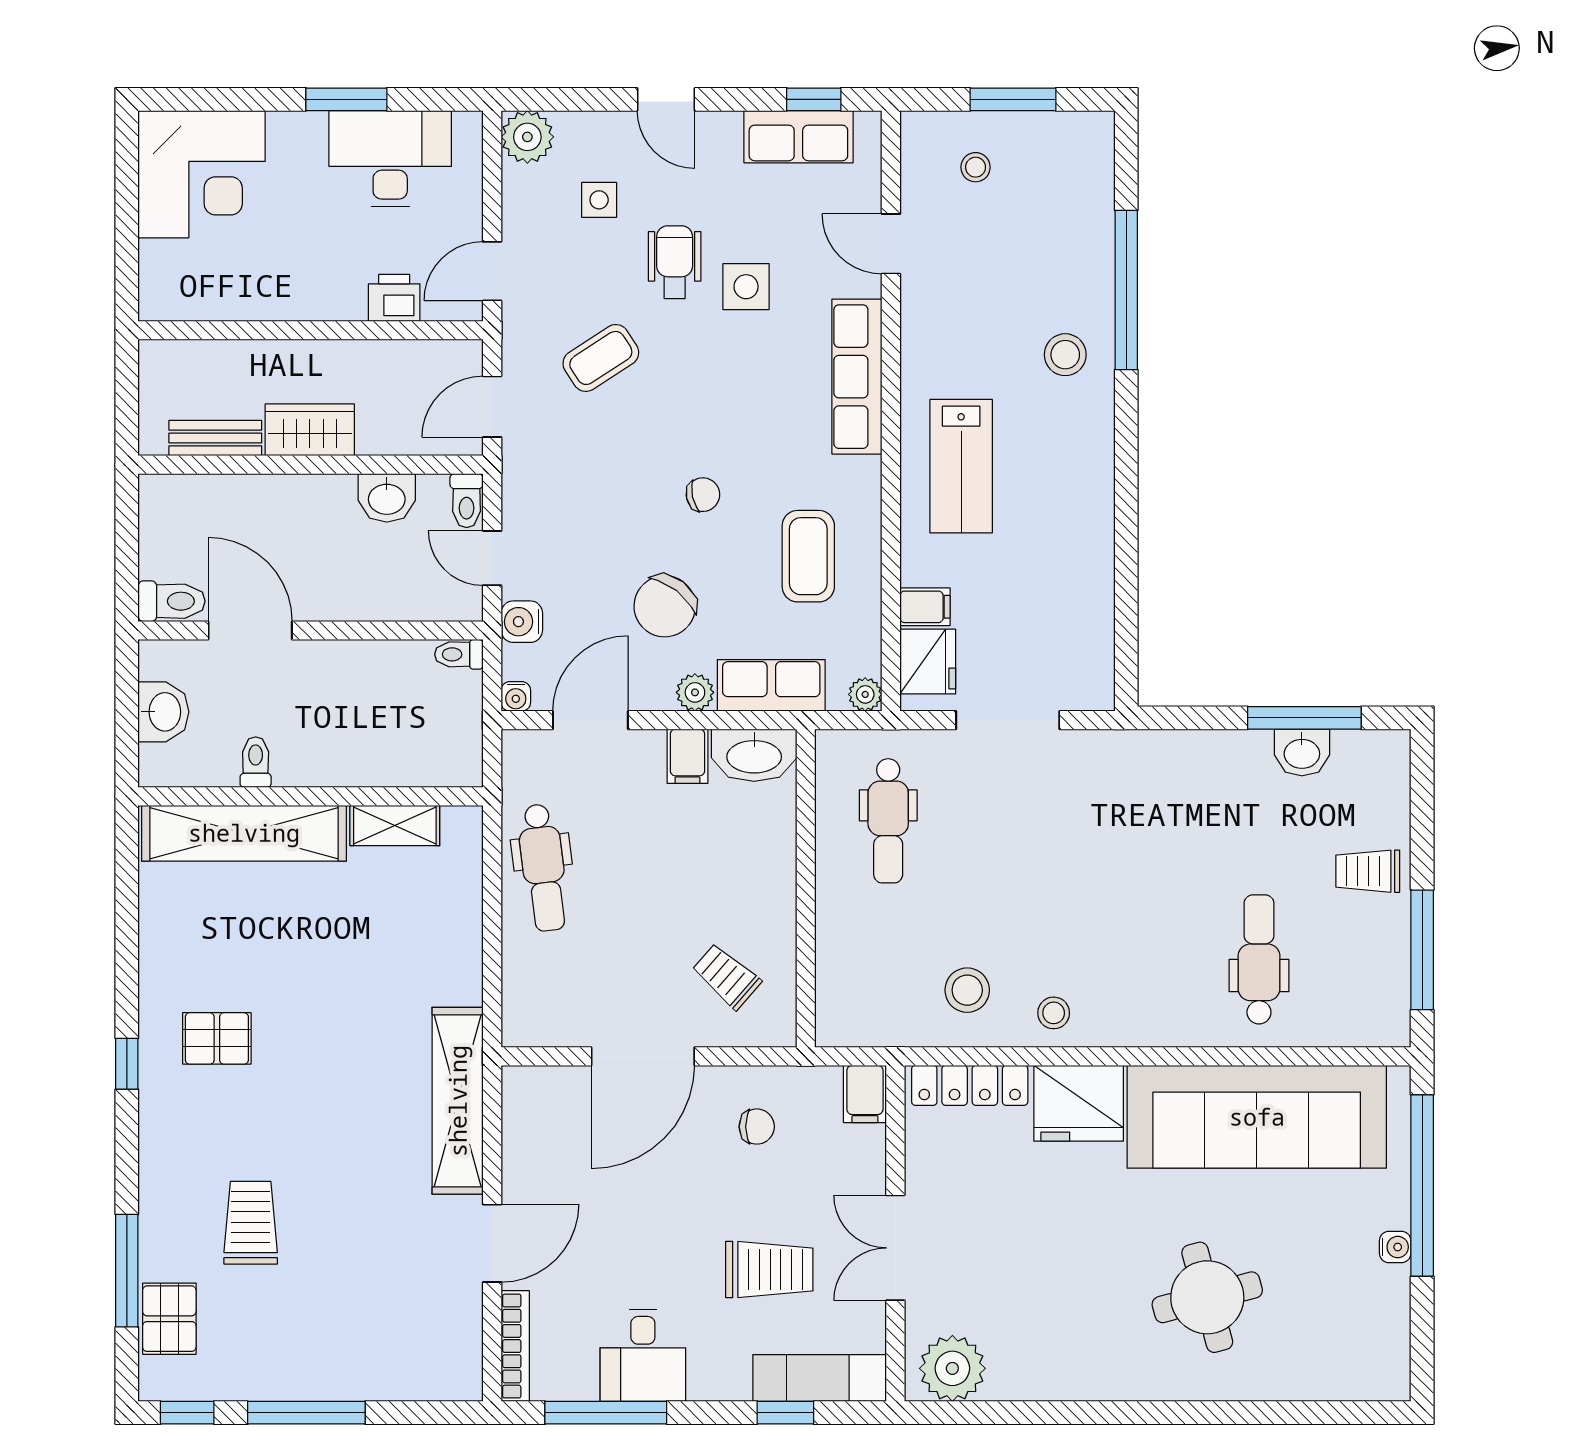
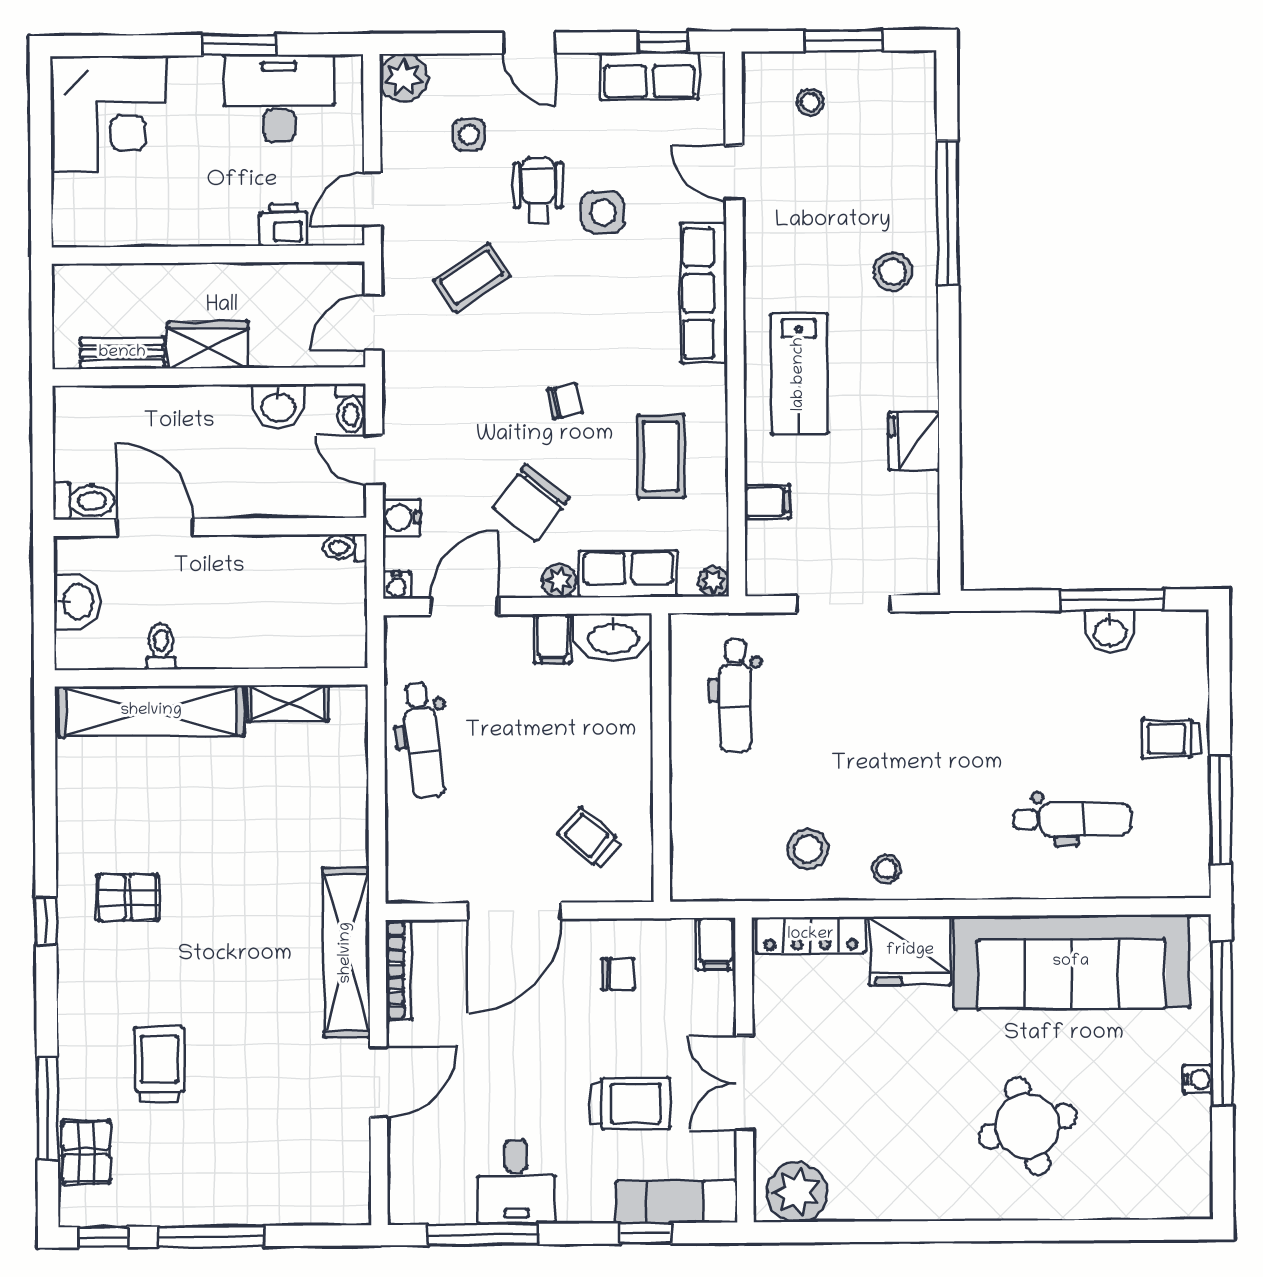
fridge: (928, 662) -> (914, 441), moved, turned 180
dental chair: (1259, 959) -> (1072, 819), turned 90
bookcase: (515, 1346) -> (399, 970), moved

